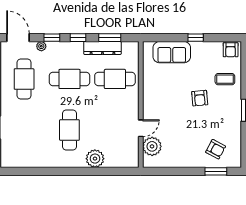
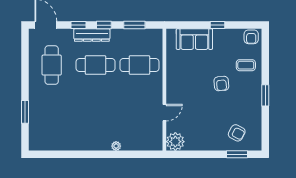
plant: (41, 46) -> (68, 33), removed
dresser: (102, 48) -> (92, 35), moved
cafe table: (69, 130) -> (96, 114), removed
plant: (152, 146) -> (175, 142), moved
plant: (95, 159) -> (116, 146), width x0.53, depth x0.53

